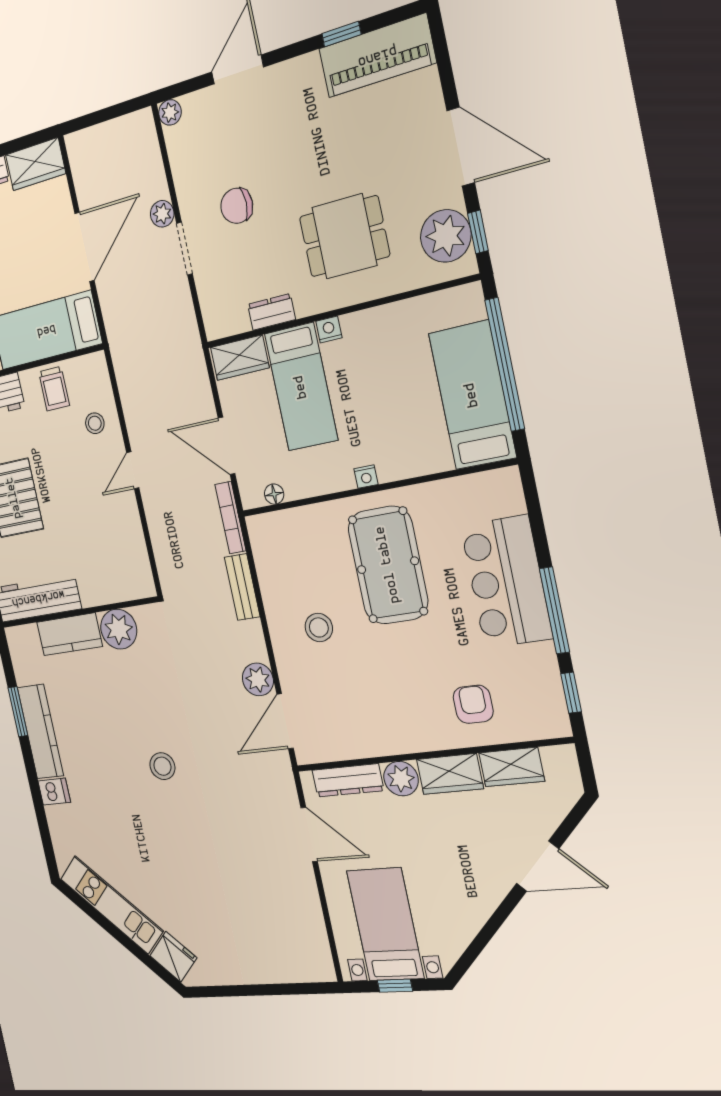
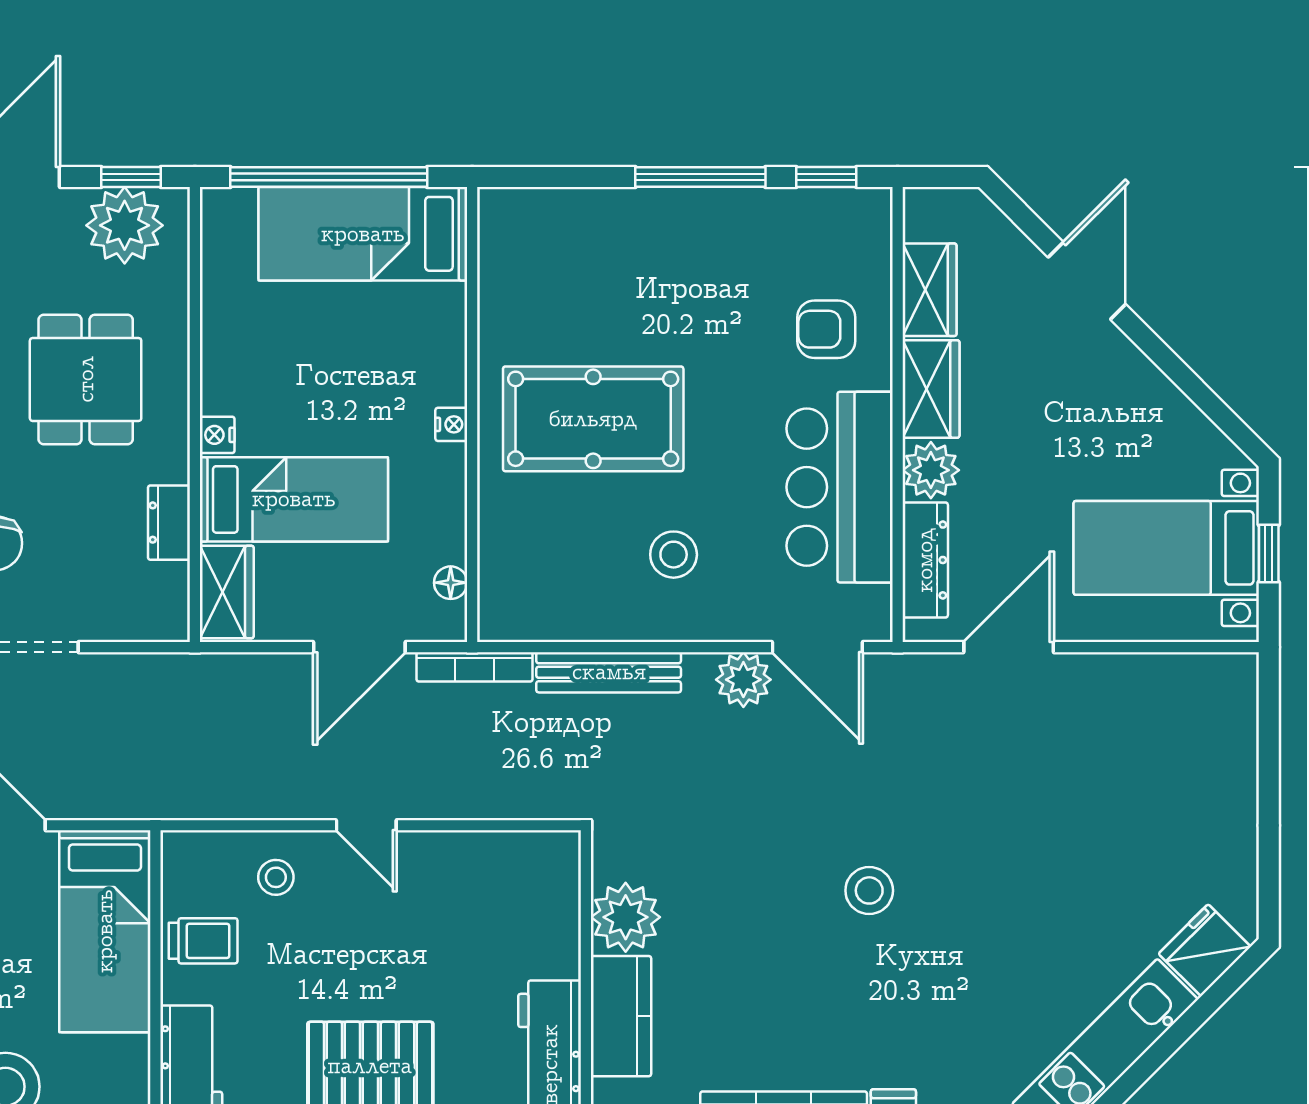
bar counter: (506, 582) -> (840, 487), moved, turned 90
bench: (242, 587) -> (609, 672), width x1.36

